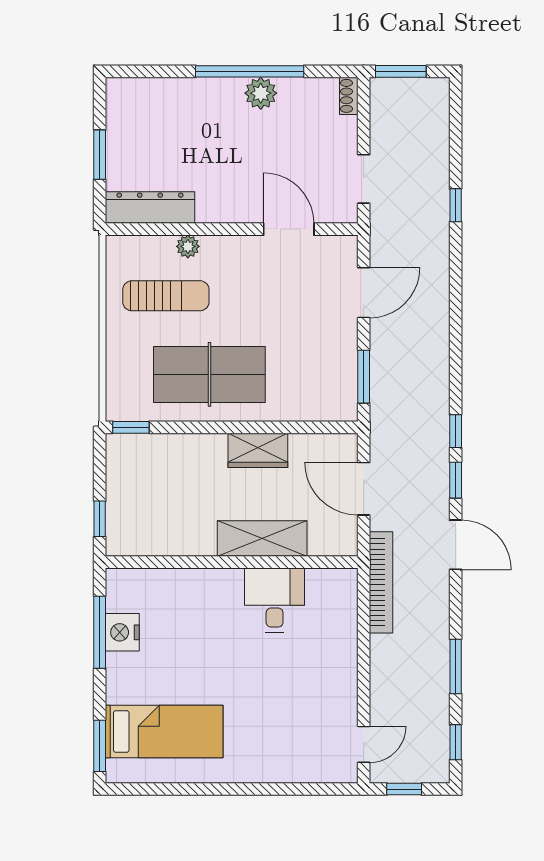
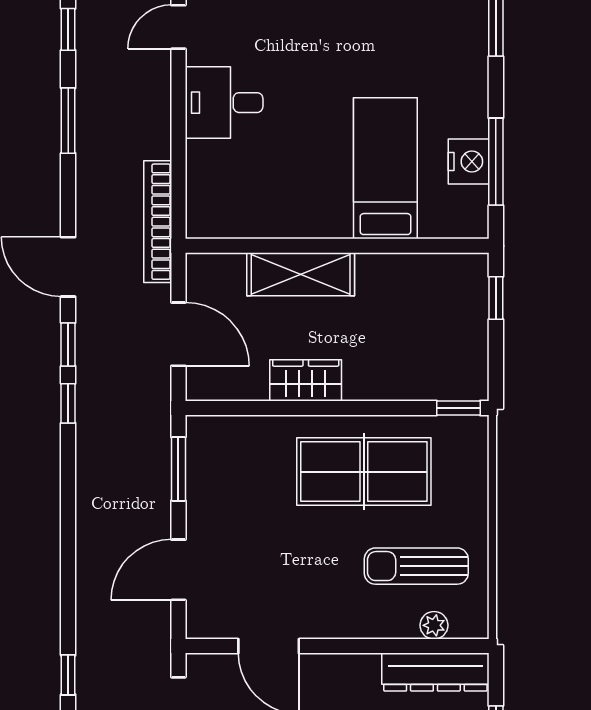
plant: (188, 246) -> (434, 625), moved
desk: (275, 600) -> (224, 103), moved, turned 90
bed: (164, 731) -> (385, 168), moved, turned 90

